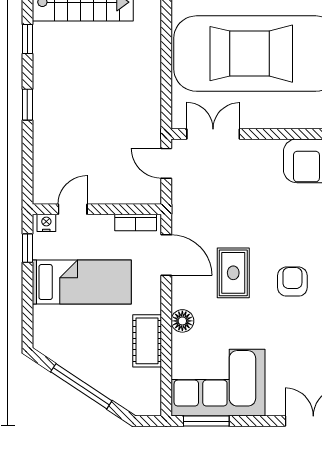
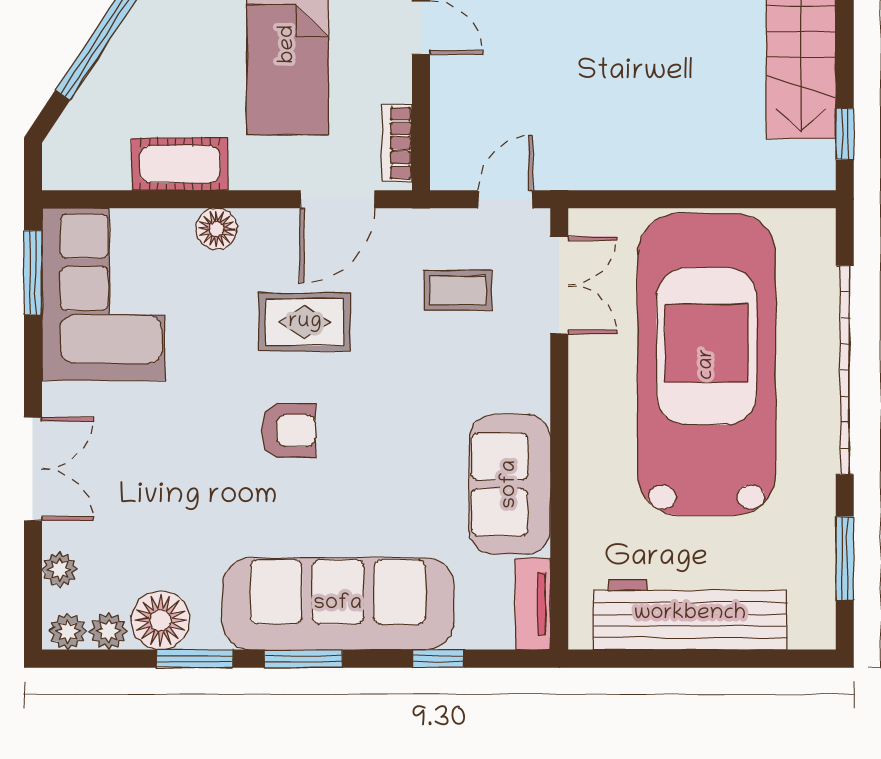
coffee table: (216, 189) -> (458, 290), added

